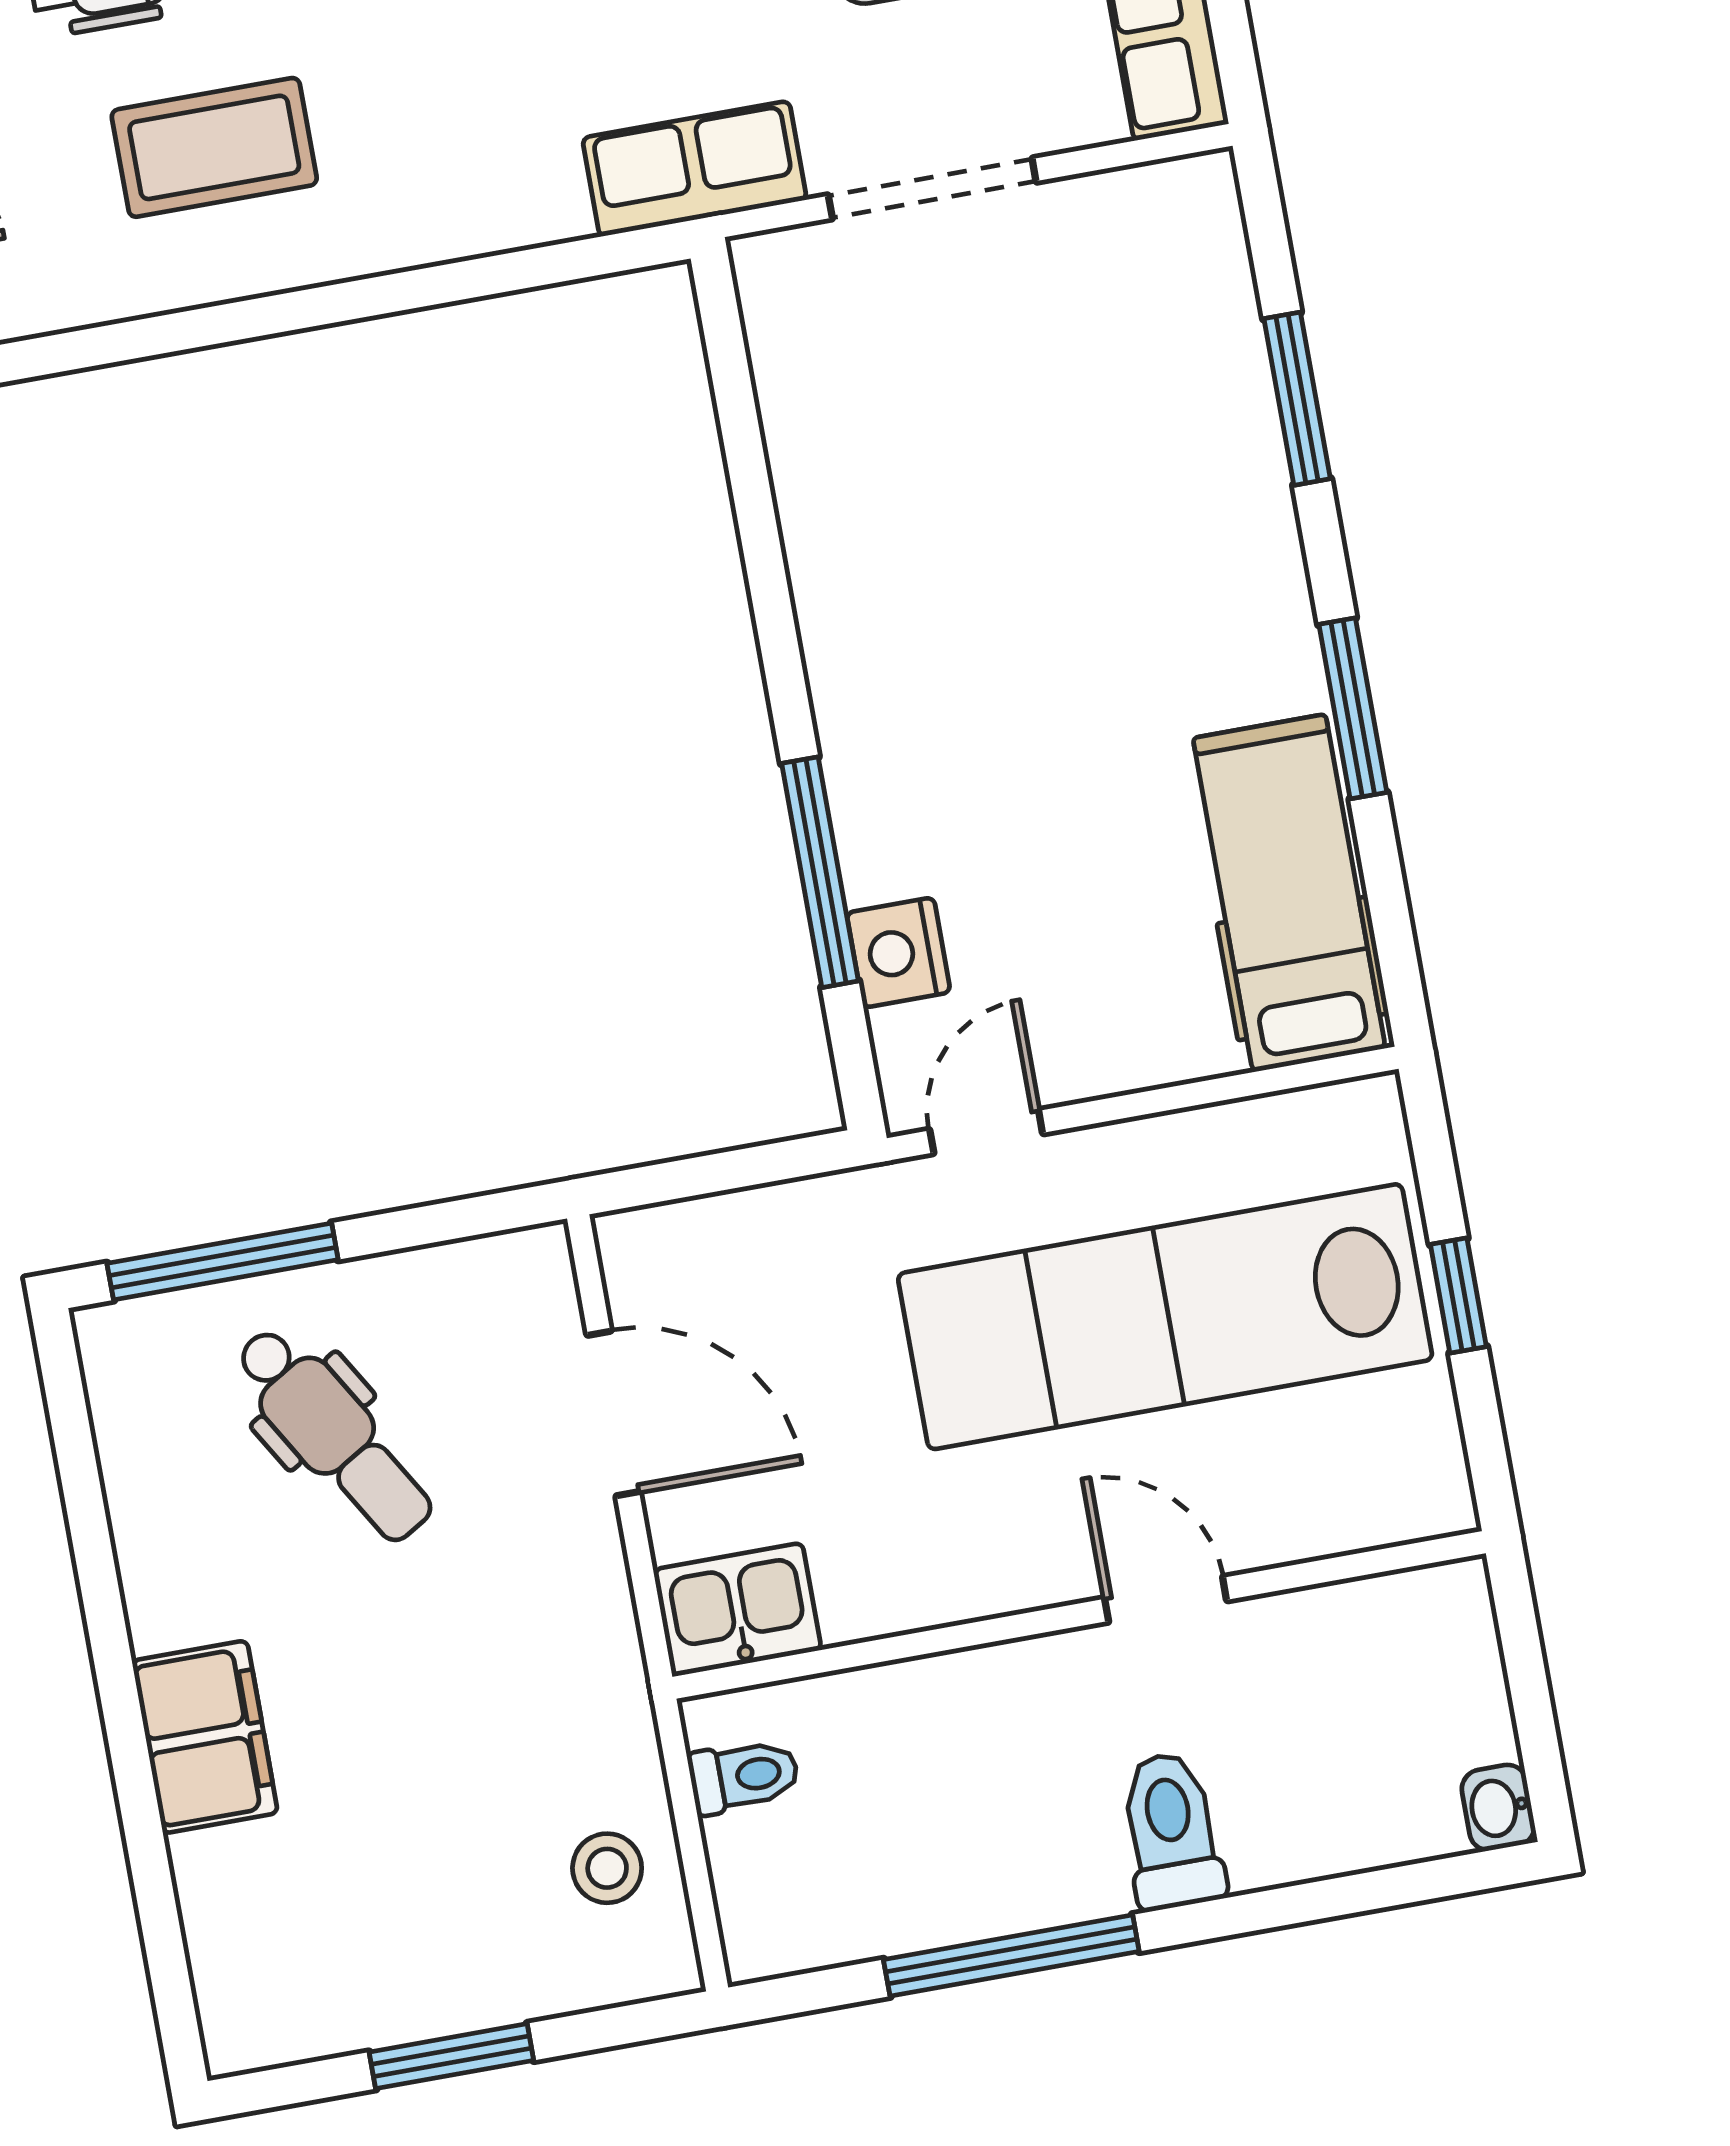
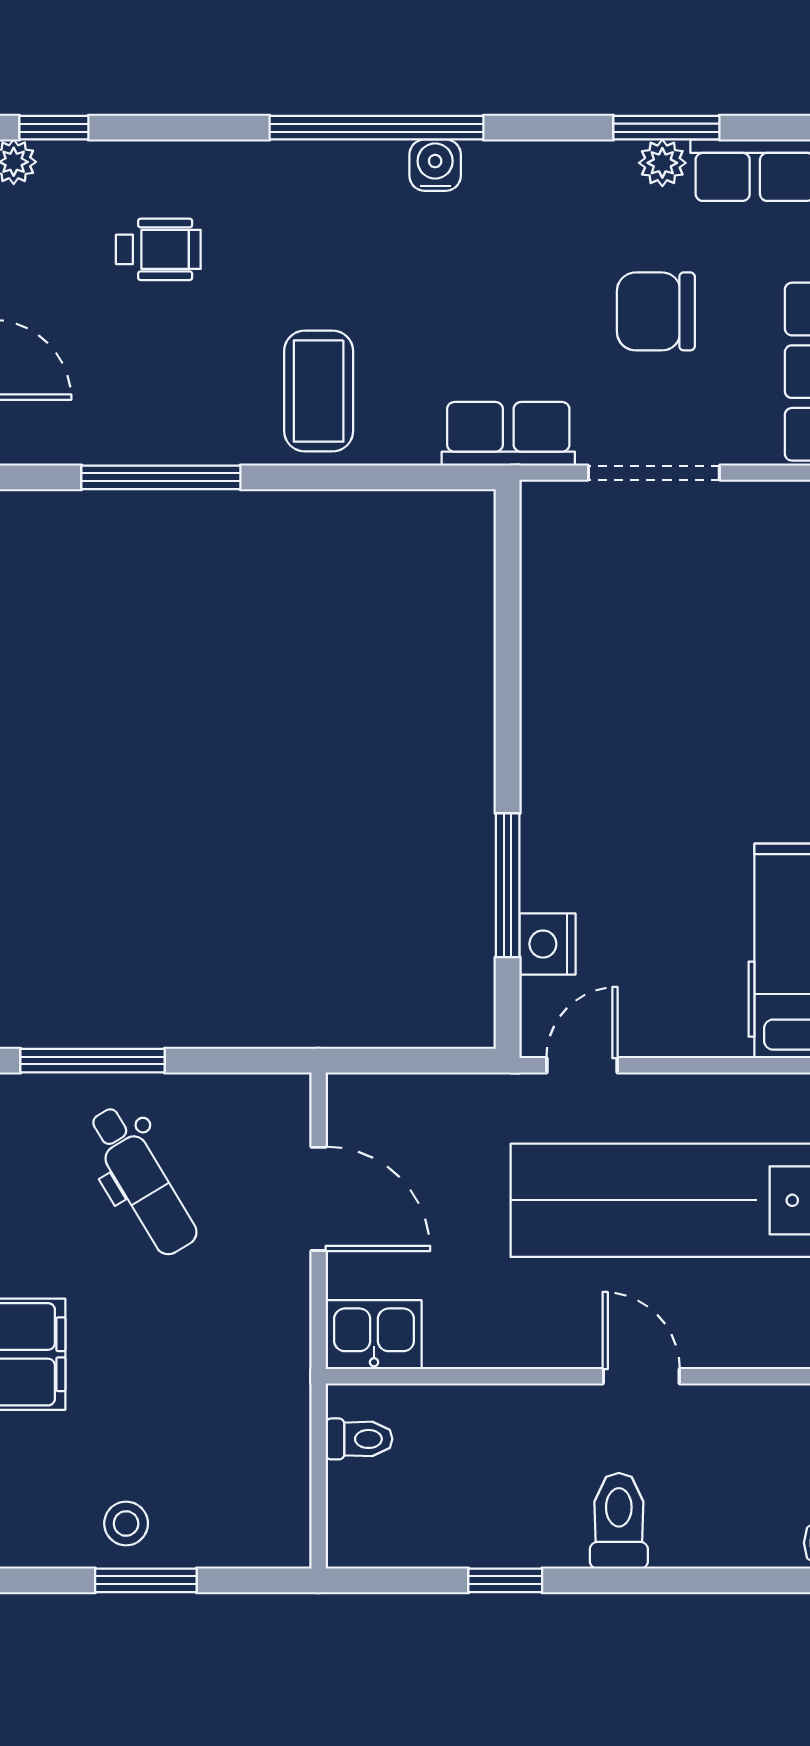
coffee table: (214, 147) -> (319, 391), moved, turned 90
window: (166, 334) -> (161, 477), added
stool: (607, 1868) -> (126, 1523), moved
window: (1011, 1955) -> (505, 1580), width x0.46

